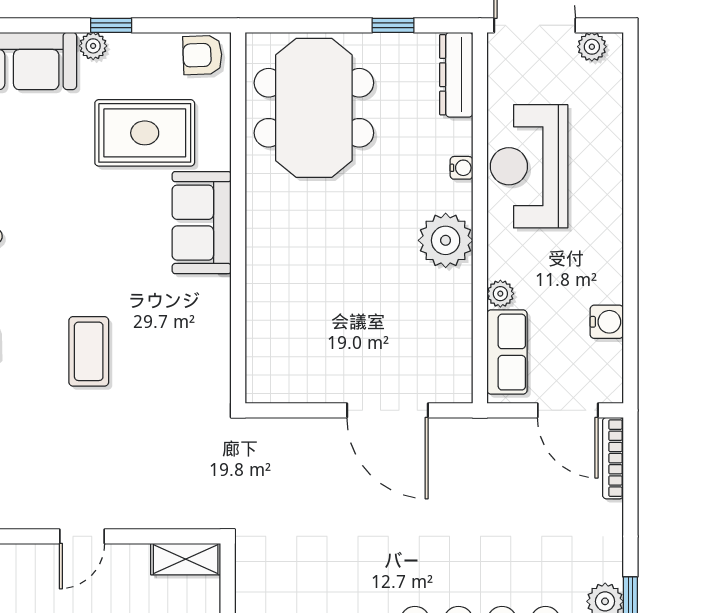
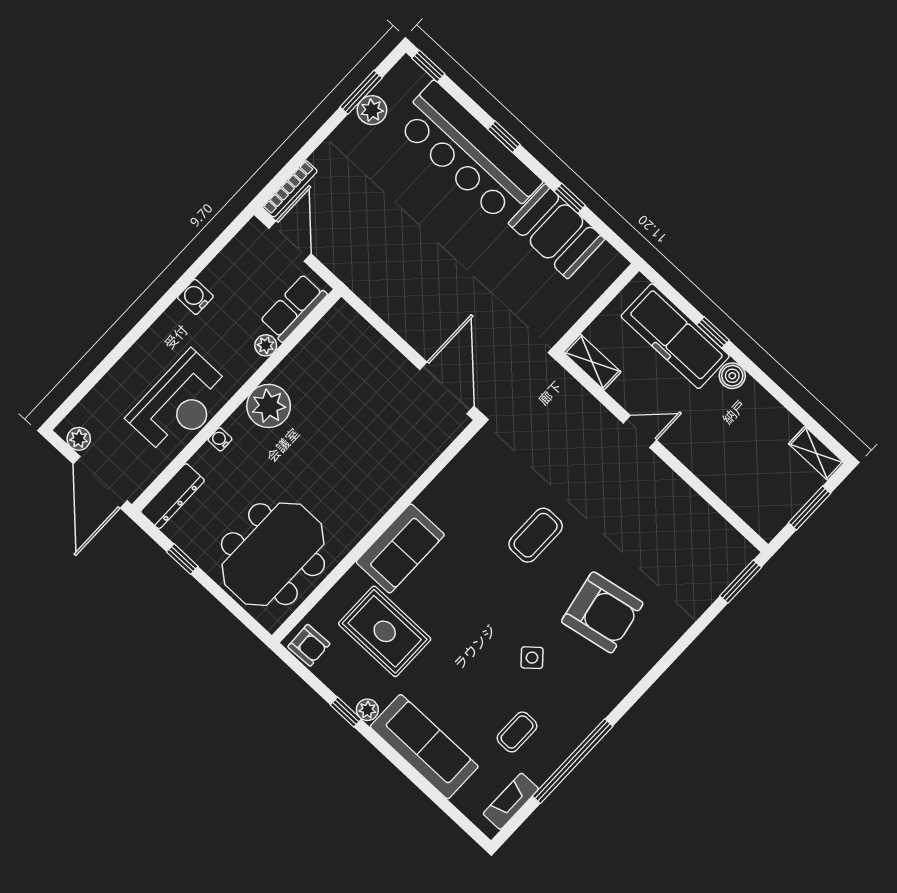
water cooler: (607, 322) -> (195, 297), moved
door: (387, 410) -> (447, 388), moved

